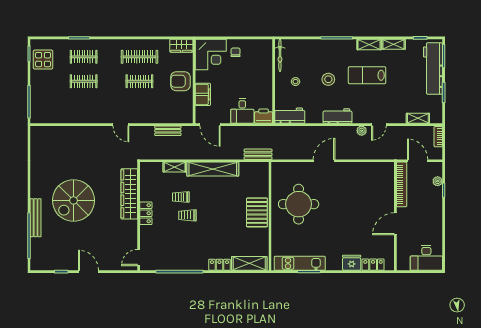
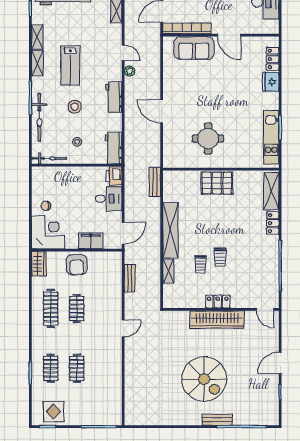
bicycle: (318, 46) -> (39, 117), added
sofa: (383, 191) -> (194, 48), added
wardrobe: (129, 194) -> (217, 319), moved
round table: (299, 204) -> (208, 139), width x0.73, depth x0.73
bench: (36, 218) -> (217, 420), width x0.73

